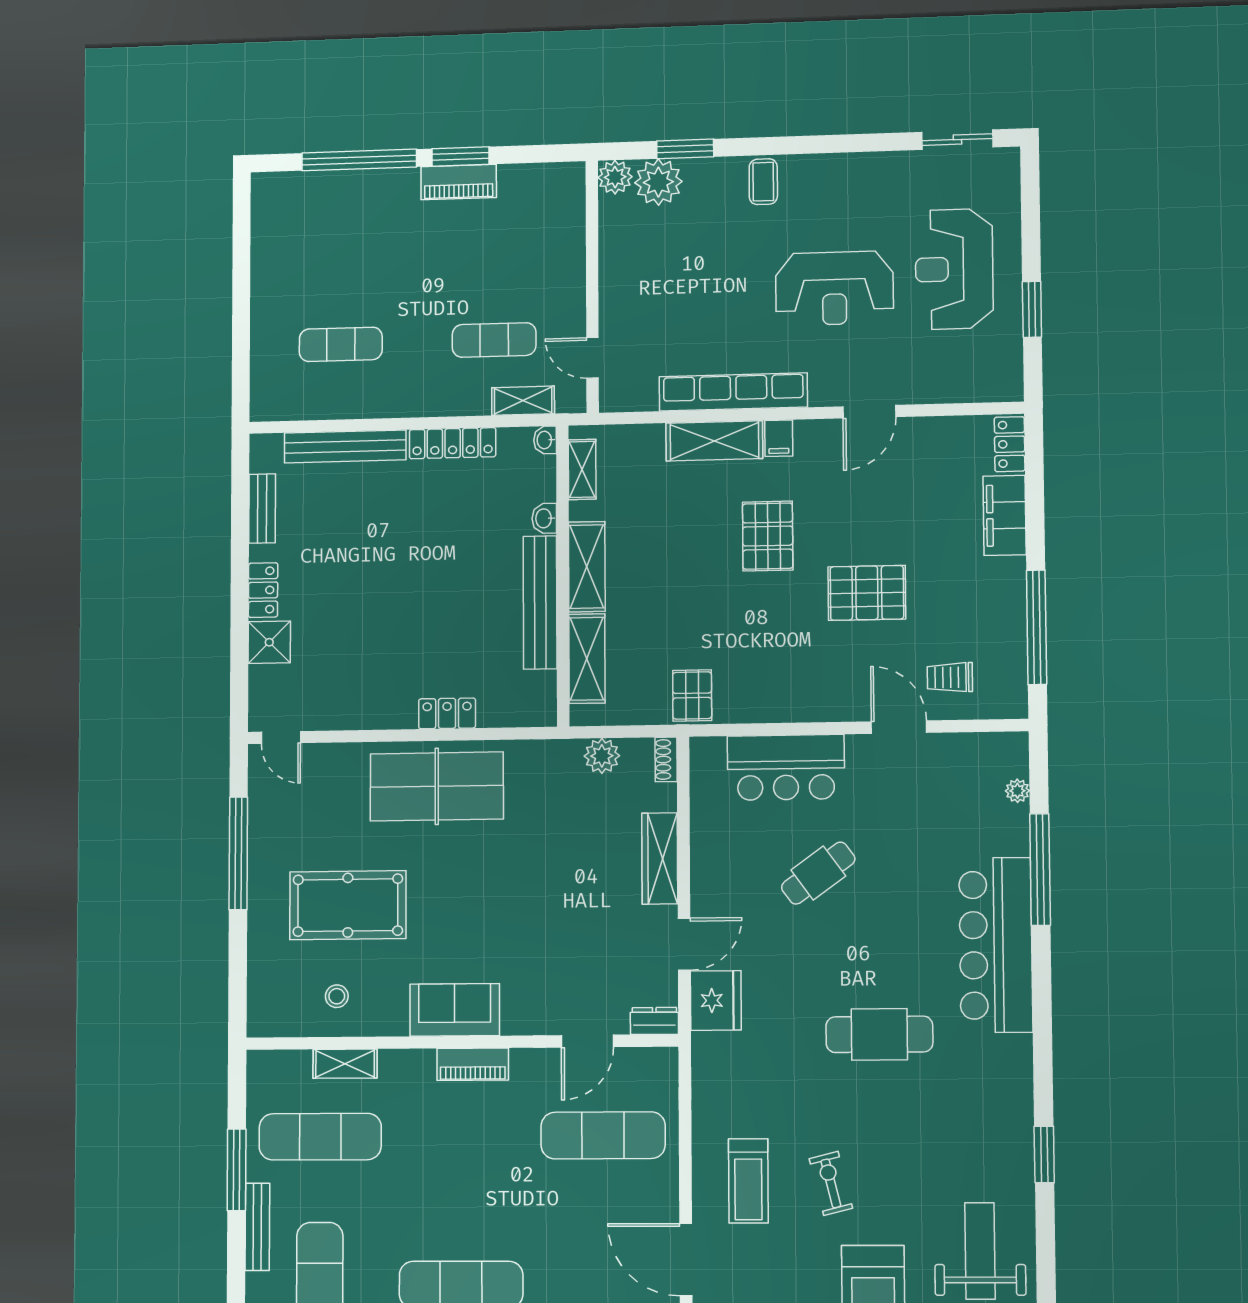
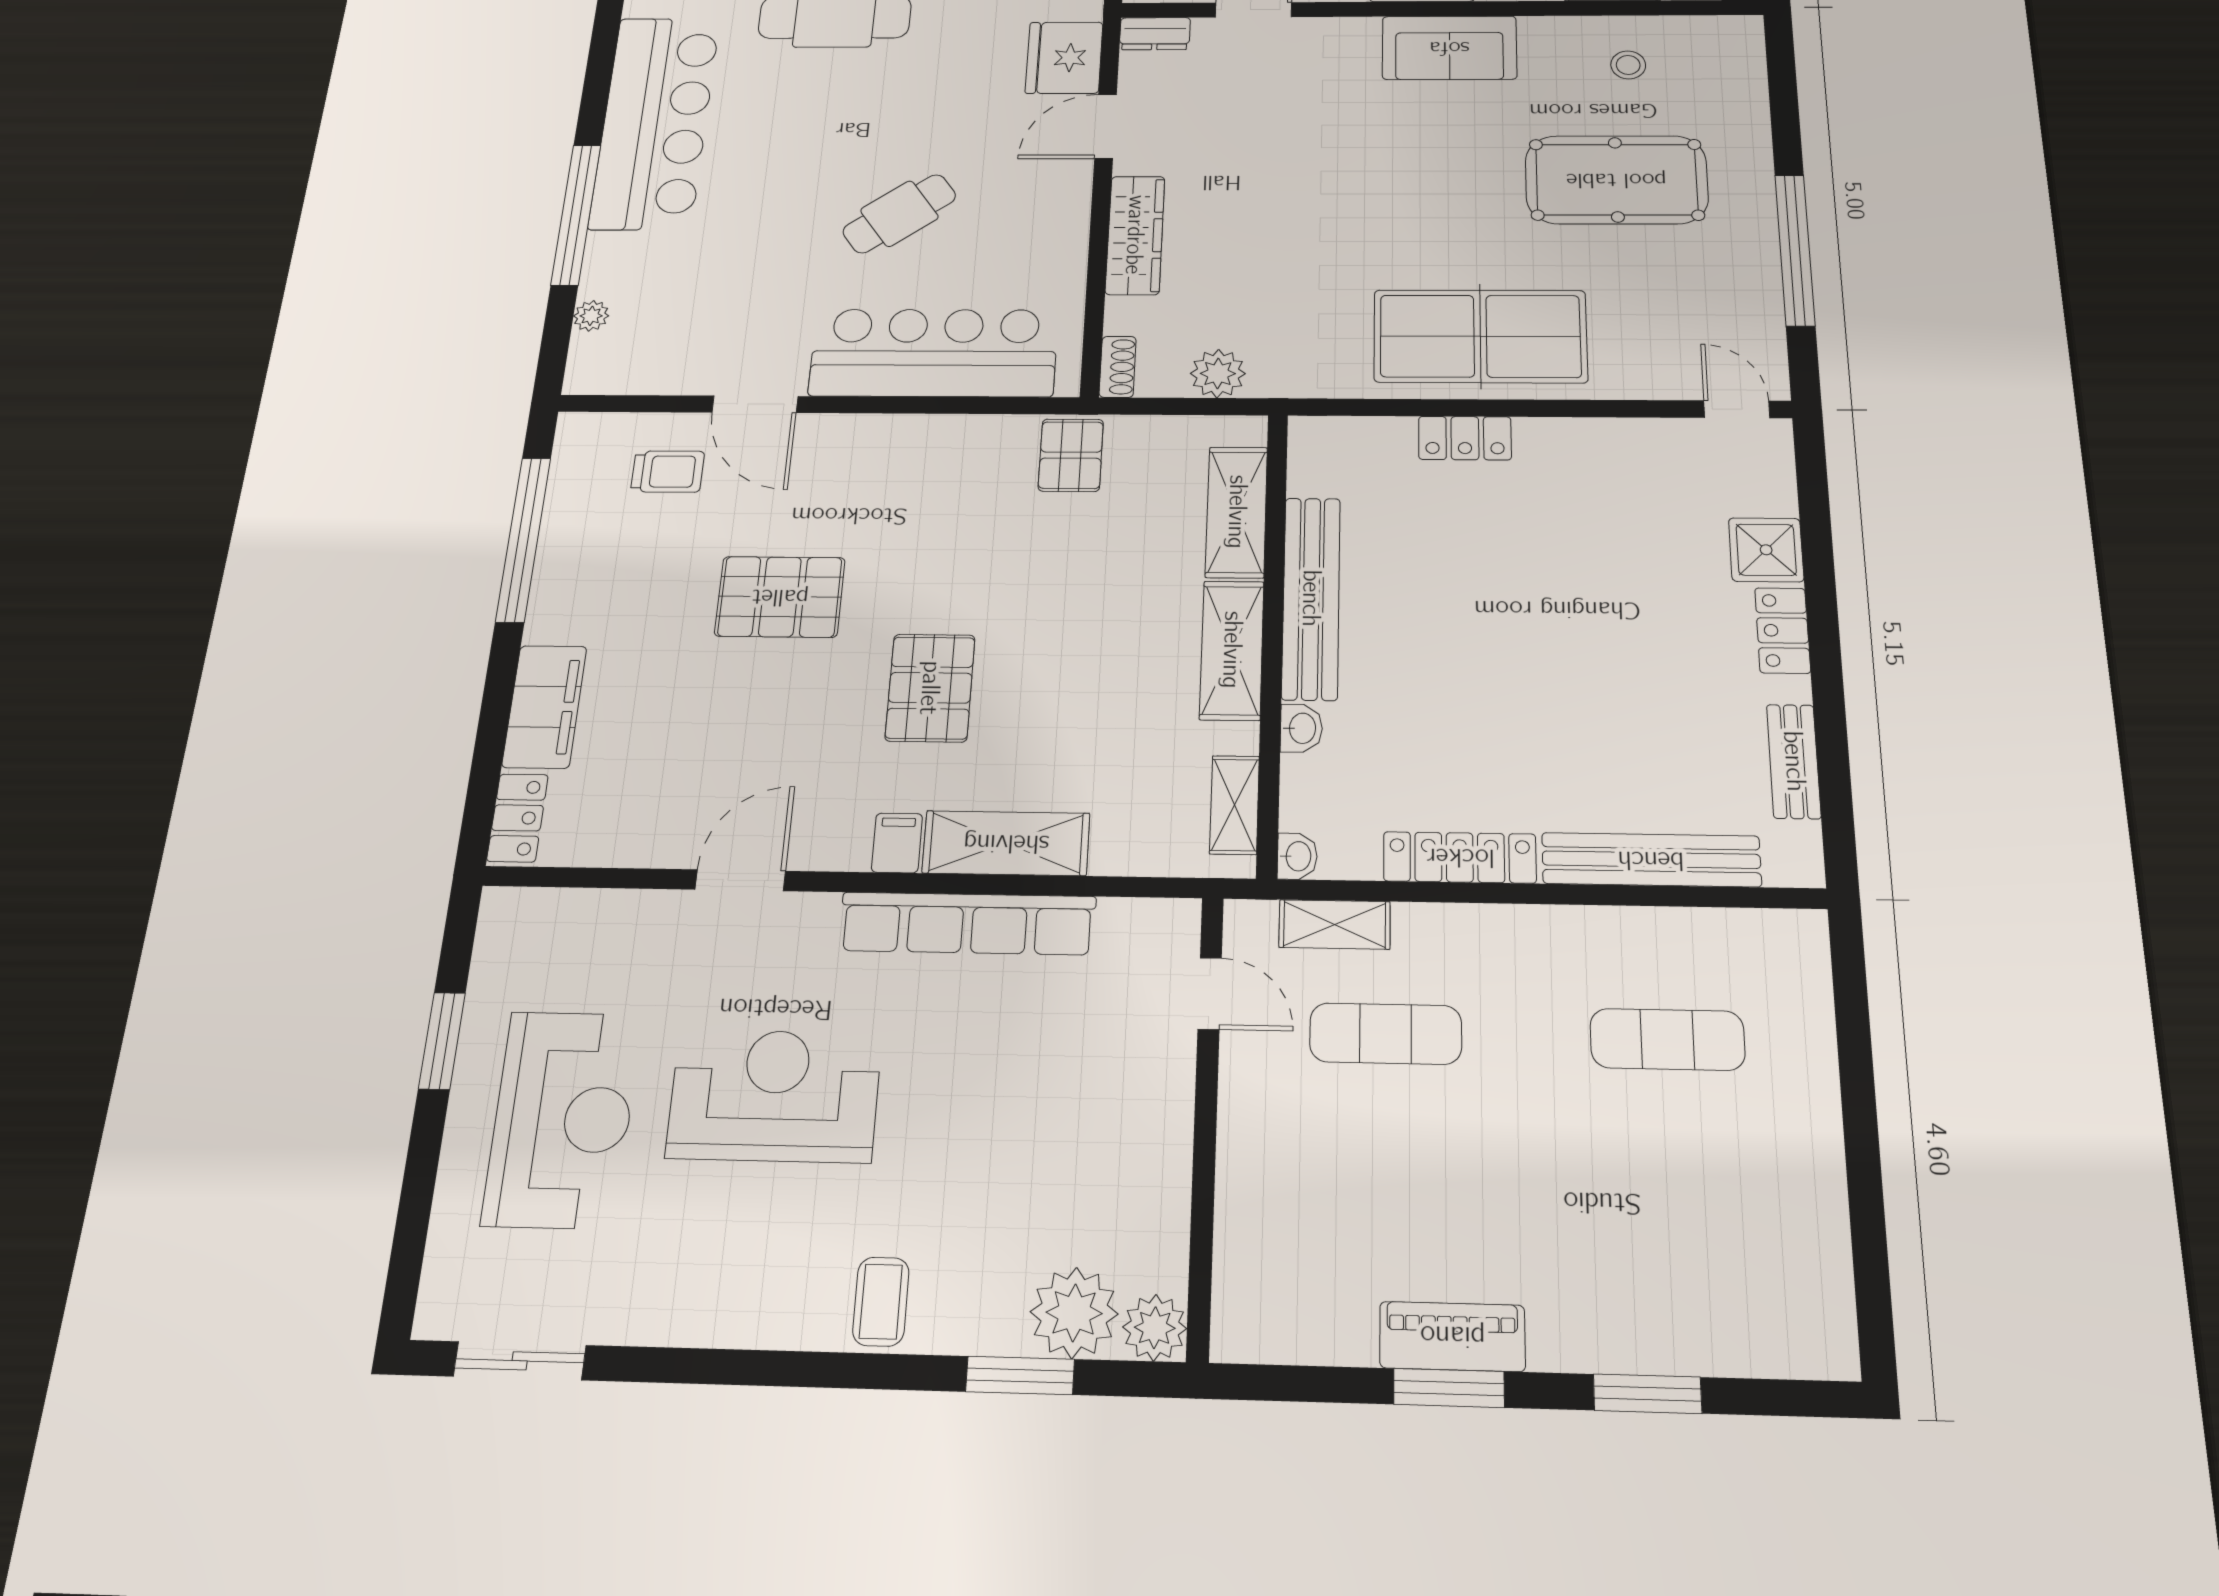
window: (359, 160) -> (1648, 1394), width x0.47
bar counter: (786, 767) -> (934, 353), width x1.36

